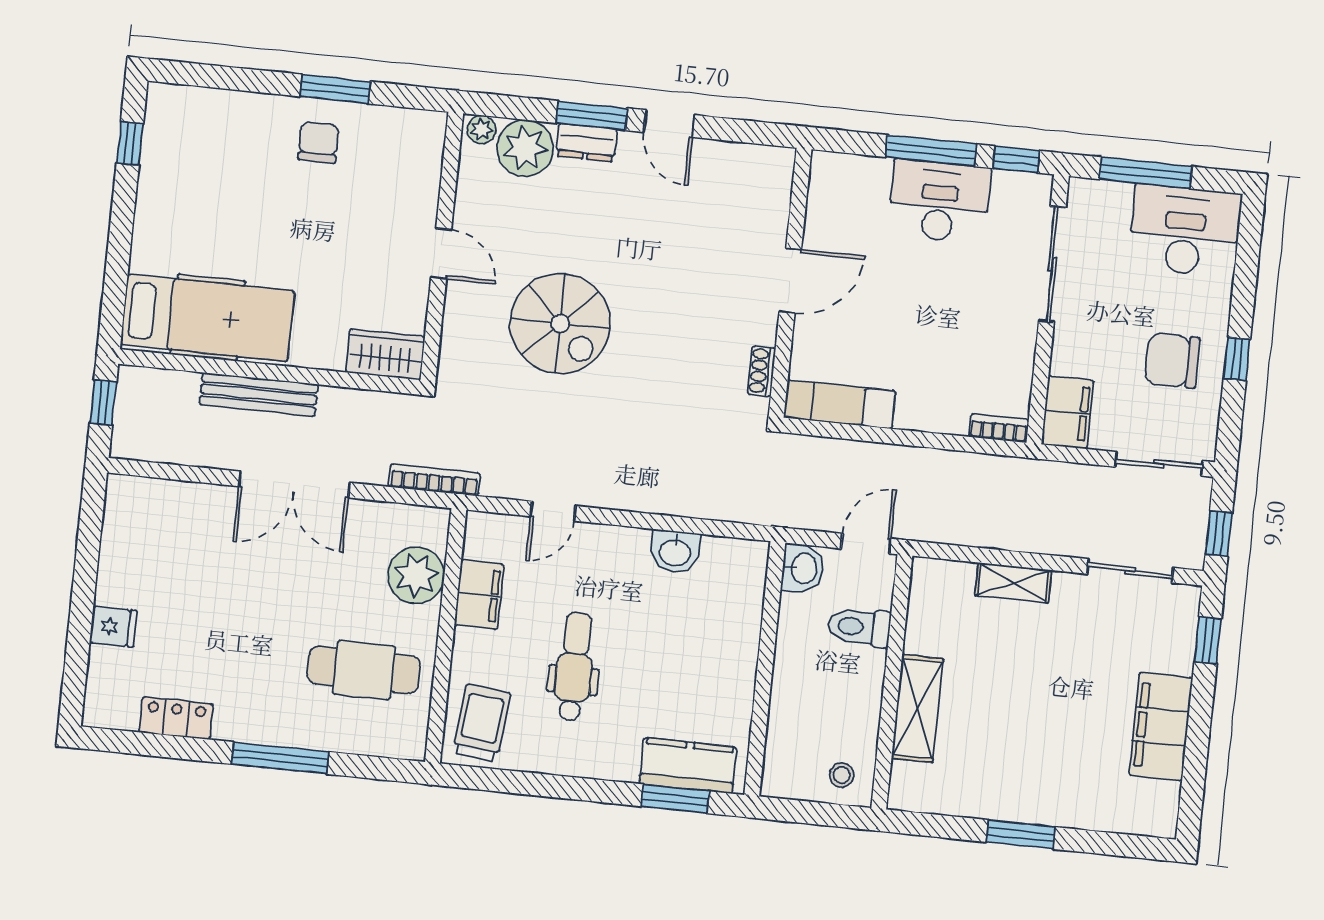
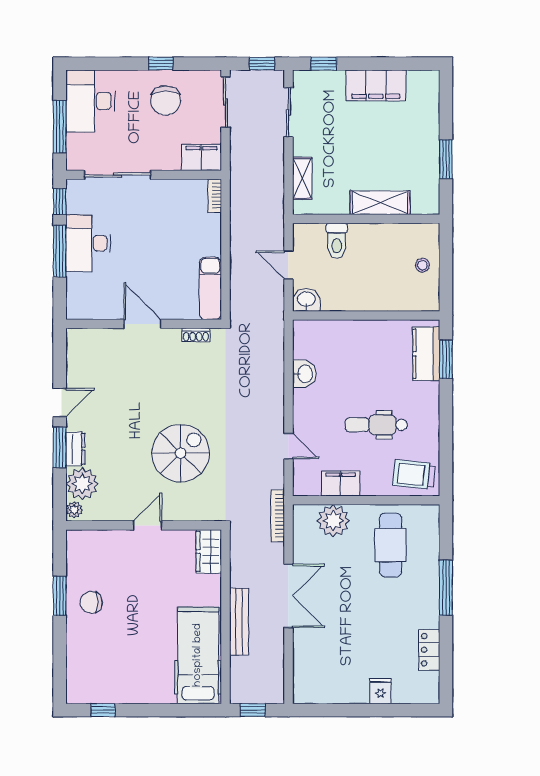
toilet: (859, 627) -> (337, 241), moved
wall: (892, 682) -> (366, 219), moved
shelving: (917, 709) -> (380, 203), moved

